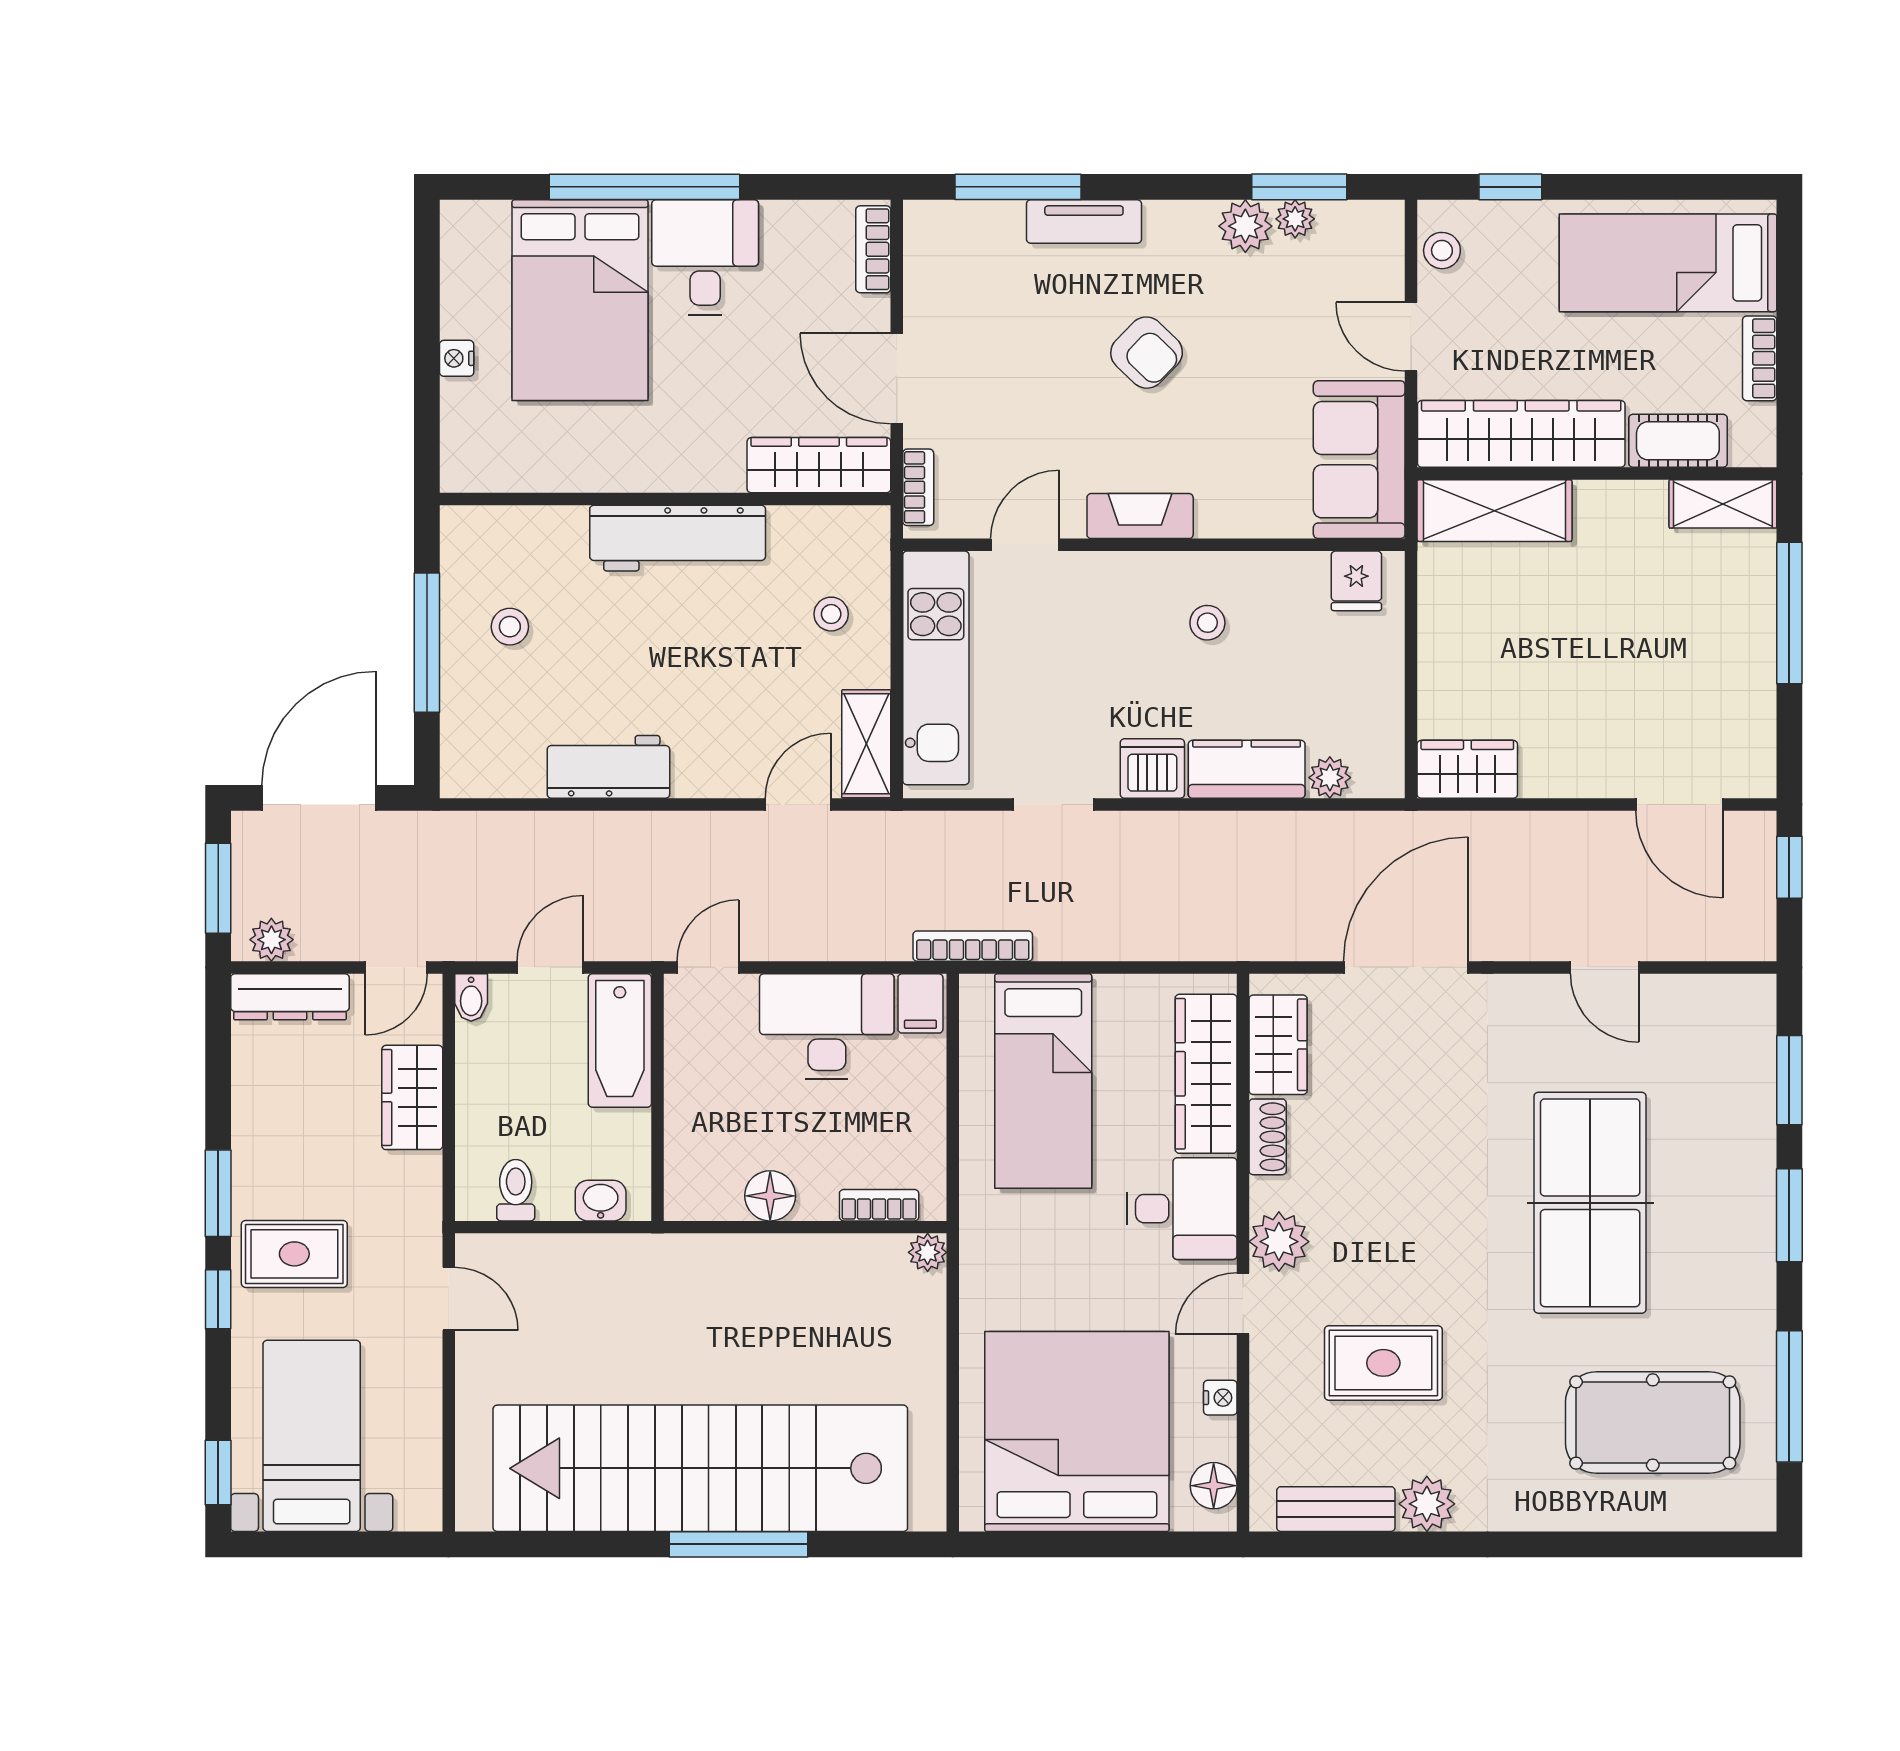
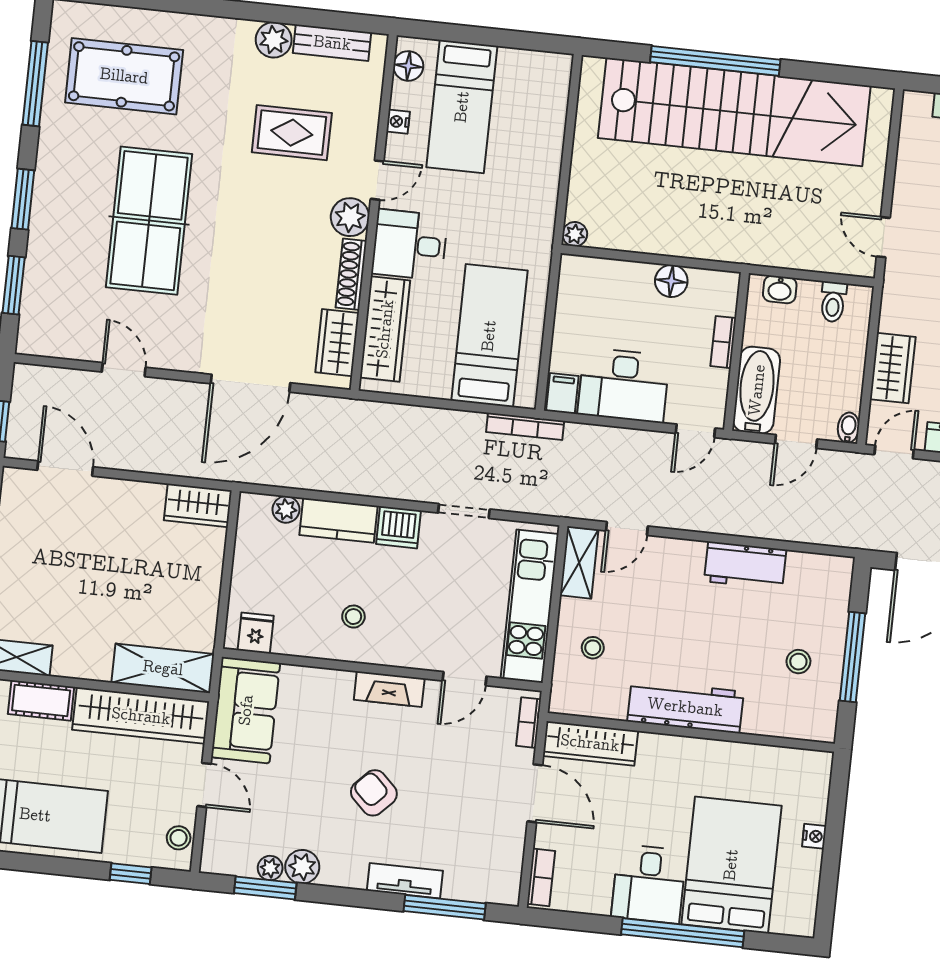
shoe rack: (1268, 1137) -> (351, 274), width x1.43
bookcase: (879, 1205) -> (723, 342), moved, turned 90
bed: (1077, 1432) -> (462, 107), width x0.49
window: (738, 1544) -> (715, 61), width x1.46

